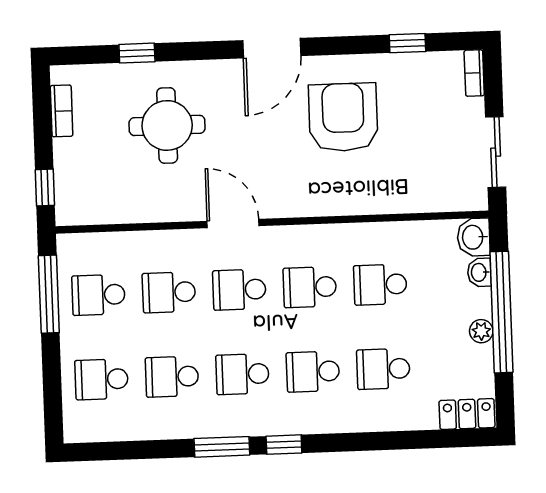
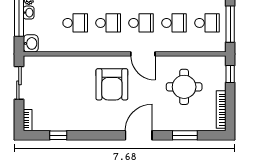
door: (272, 48) -> (139, 135), moved
window: (137, 53) -> (185, 135), width x1.50
bookcase: (62, 111) -> (221, 110), width x1.56
armchair: (343, 117) -> (112, 84), moved
round table: (167, 125) -> (184, 87), moved
washbasin: (479, 272) -> (29, 13), moved

